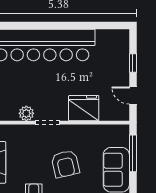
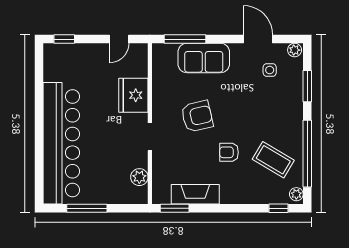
window: (133, 63) -> (64, 39), moved
plant: (26, 113) -> (139, 177), moved

